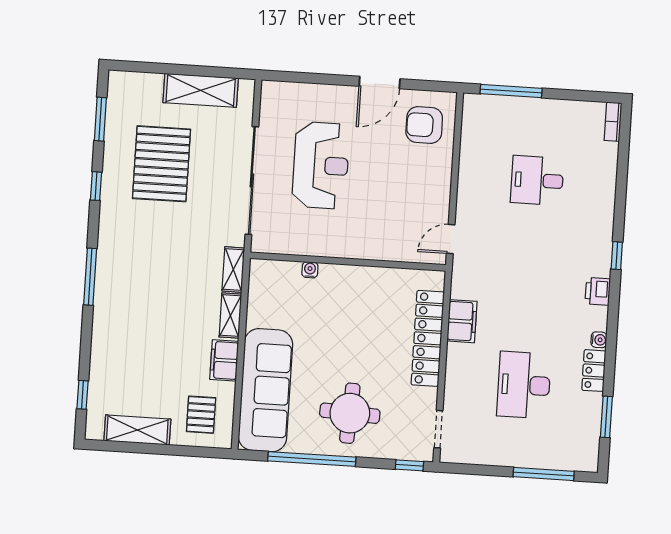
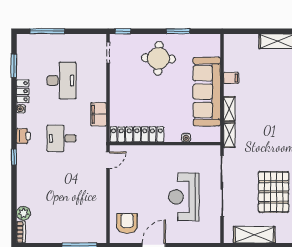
armchair: (424, 125) -> (127, 223), turned -90
plant: (606, 155) -> (23, 213), added
desk: (537, 180) -> (62, 138), moved, turned 180
locker: (428, 338) -> (137, 134), moved, turned -90
filing cabinet: (224, 360) -> (231, 78), width x0.50
sofa: (265, 390) -> (207, 92), moved
pallet: (201, 415) -> (242, 52), removed
window: (312, 459) -> (178, 31), width x0.47

